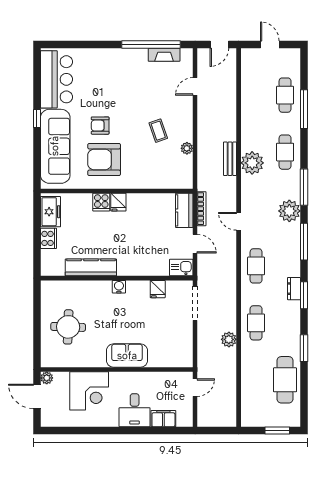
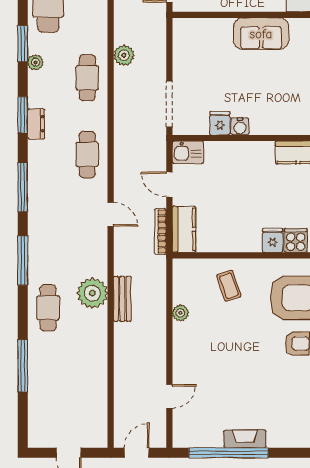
fireplace: (164, 55) -> (245, 439), moved
cafe table: (285, 95) -> (48, 385), removed
coffee table: (158, 131) -> (229, 286), moved
plant: (289, 211) -> (35, 62), moved, width x0.53, depth x0.53
water cooler: (119, 287) -> (240, 126), moved

